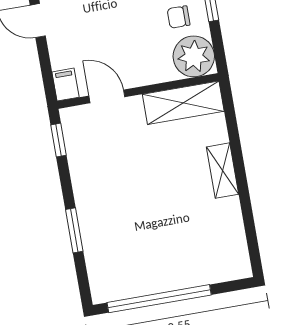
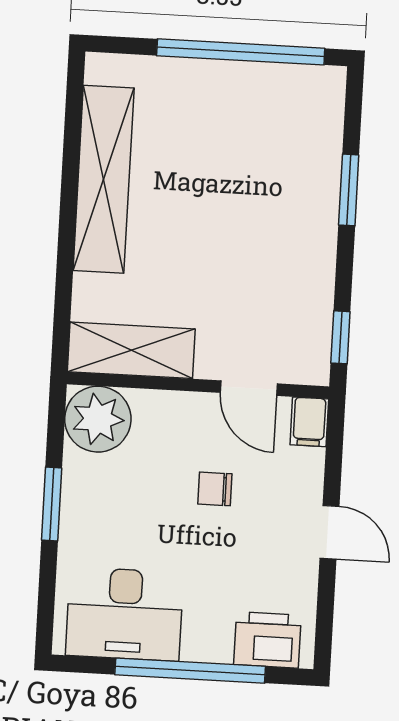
chair: (179, 17) -> (215, 489), moved, turned 180
shelving: (223, 171) -> (104, 179), width x2.20, depth x1.33

